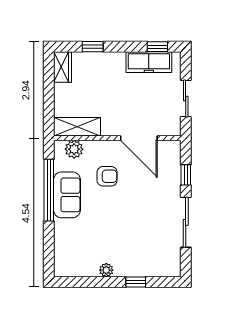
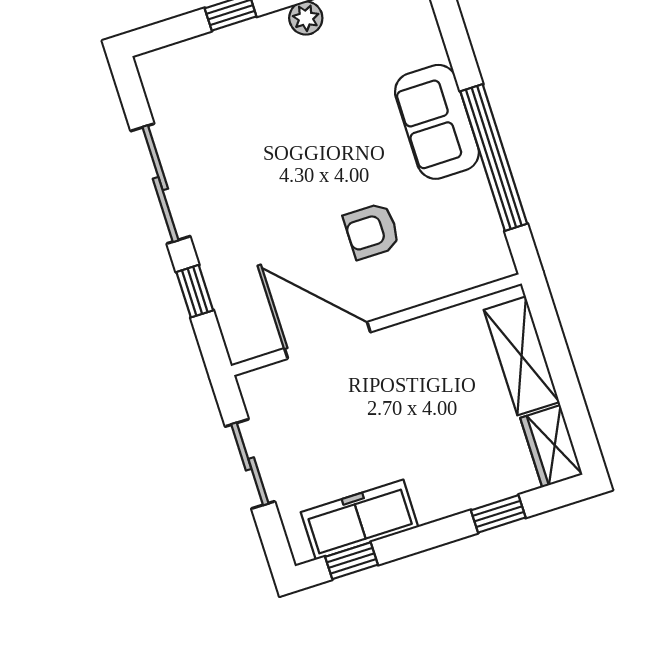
shelving: (77, 127) -> (522, 356), moved, turned 90
plant: (74, 149) -> (466, 268), removed
sofa: (67, 195) -> (437, 122), moved

